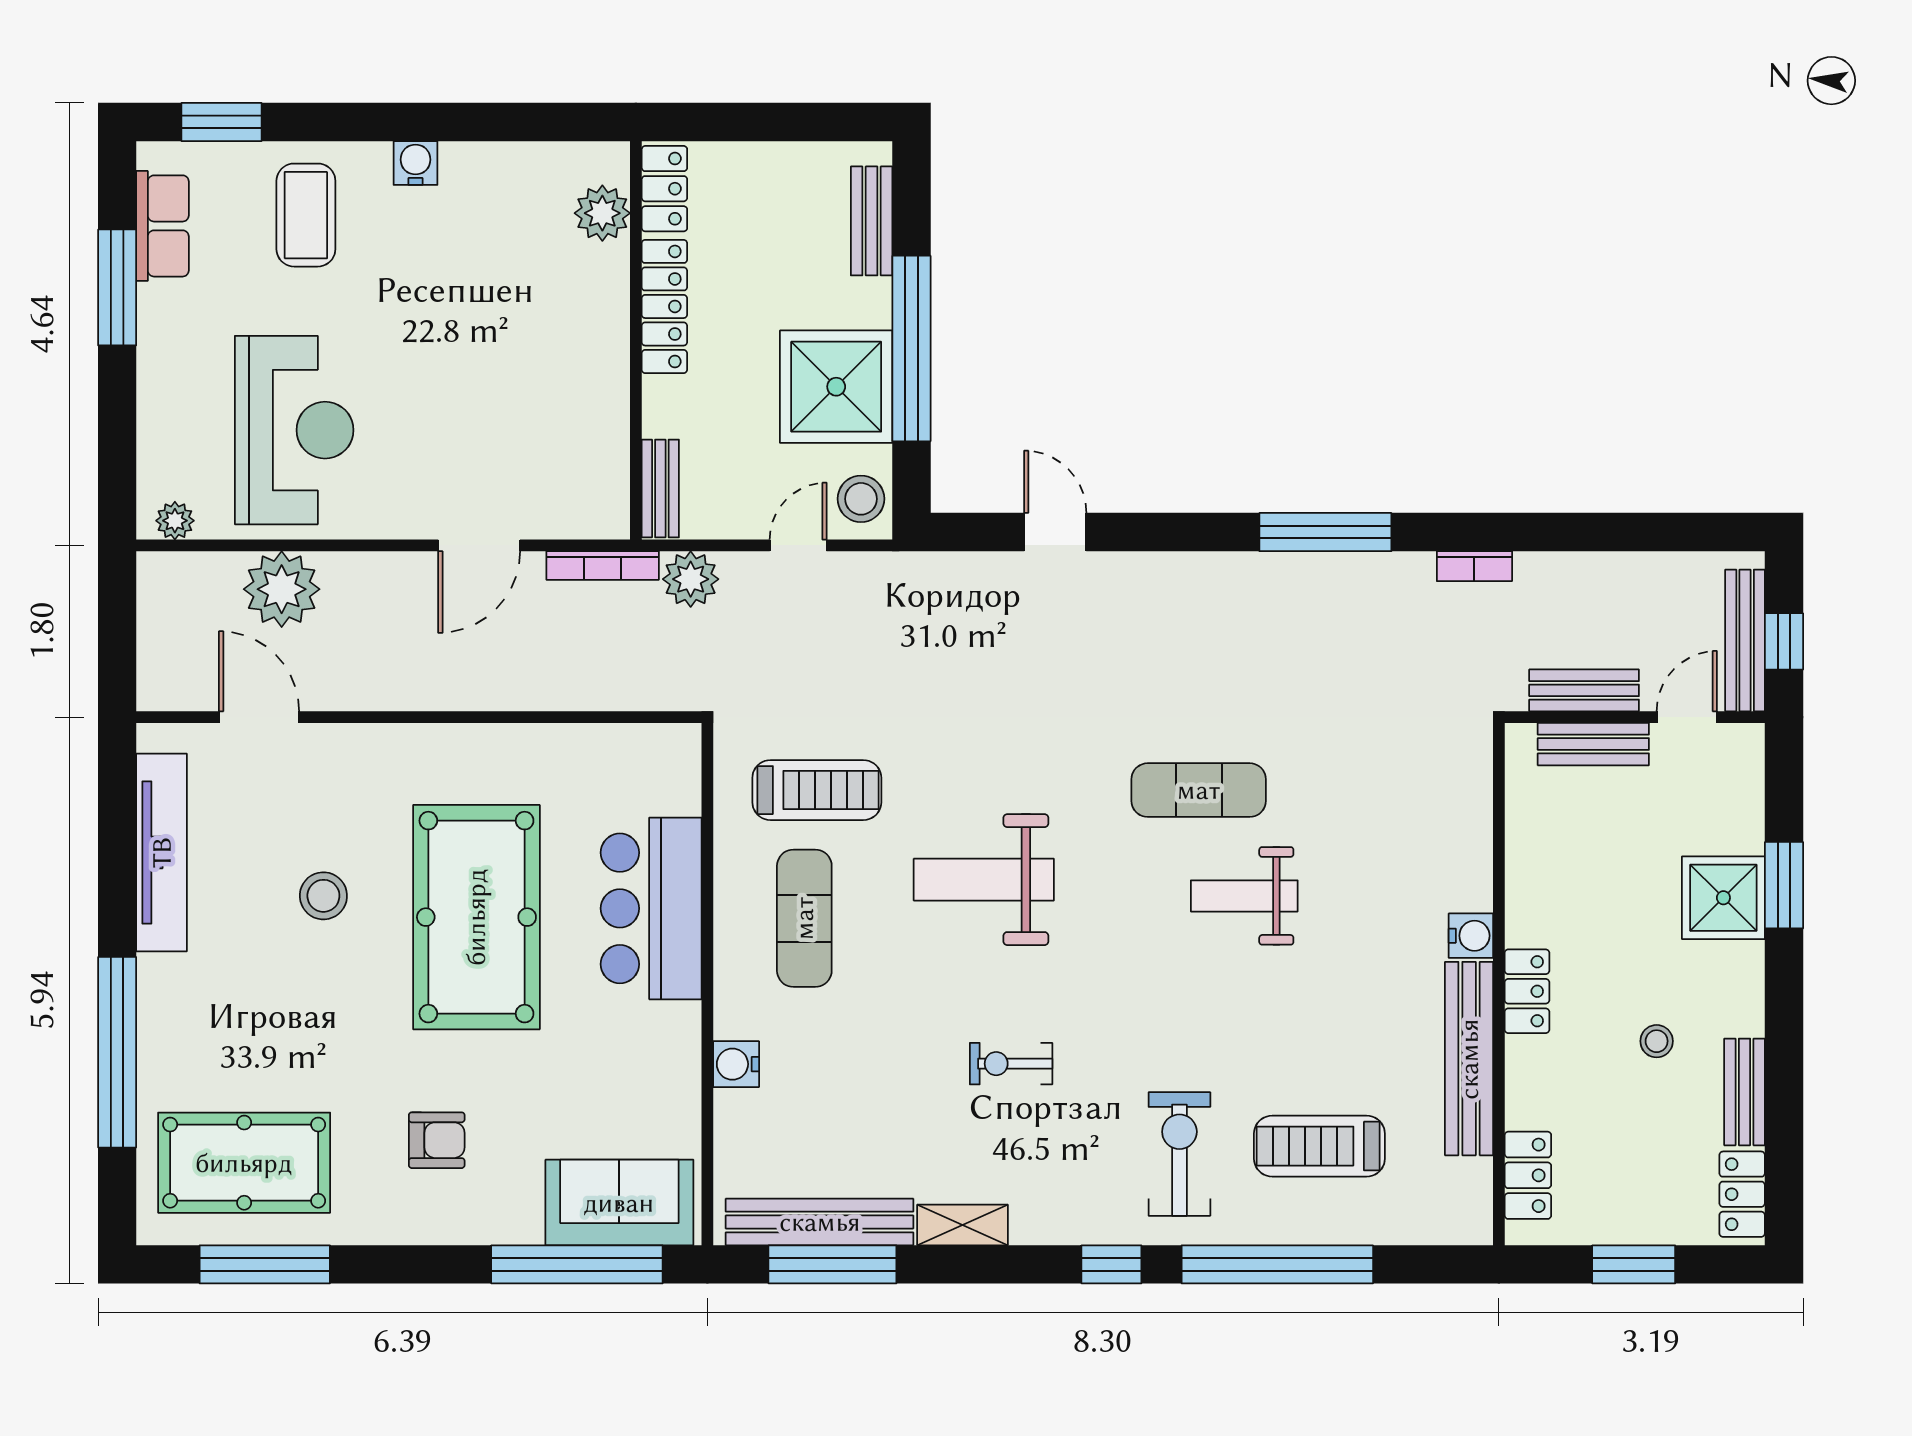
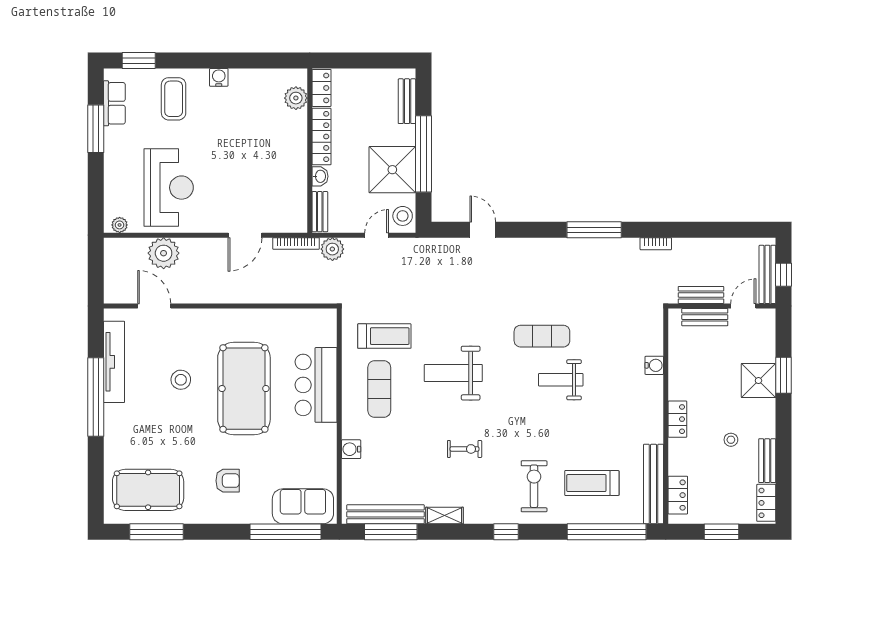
washbasin: (661, 403) -> (320, 176), added
water cooler: (1471, 936) -> (654, 365), moved
window: (117, 1052) -> (96, 397), moved
bench: (1469, 1059) -> (654, 484), moved
exercise bike: (1011, 1064) -> (465, 449), turned 180
window: (1277, 1264) -> (607, 532), moved

